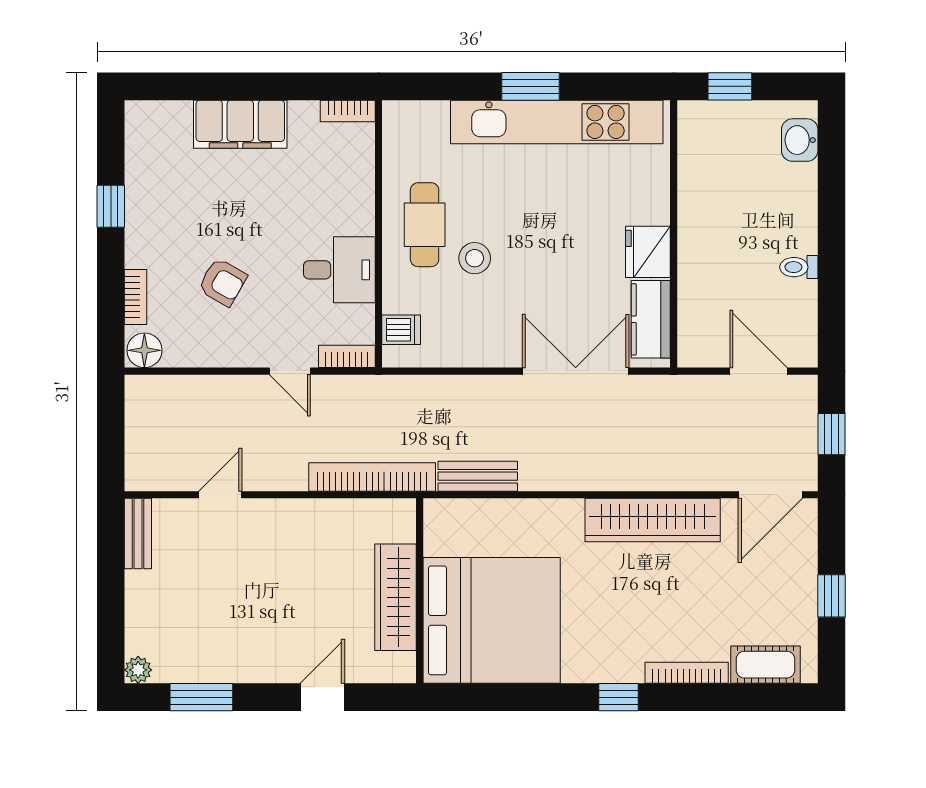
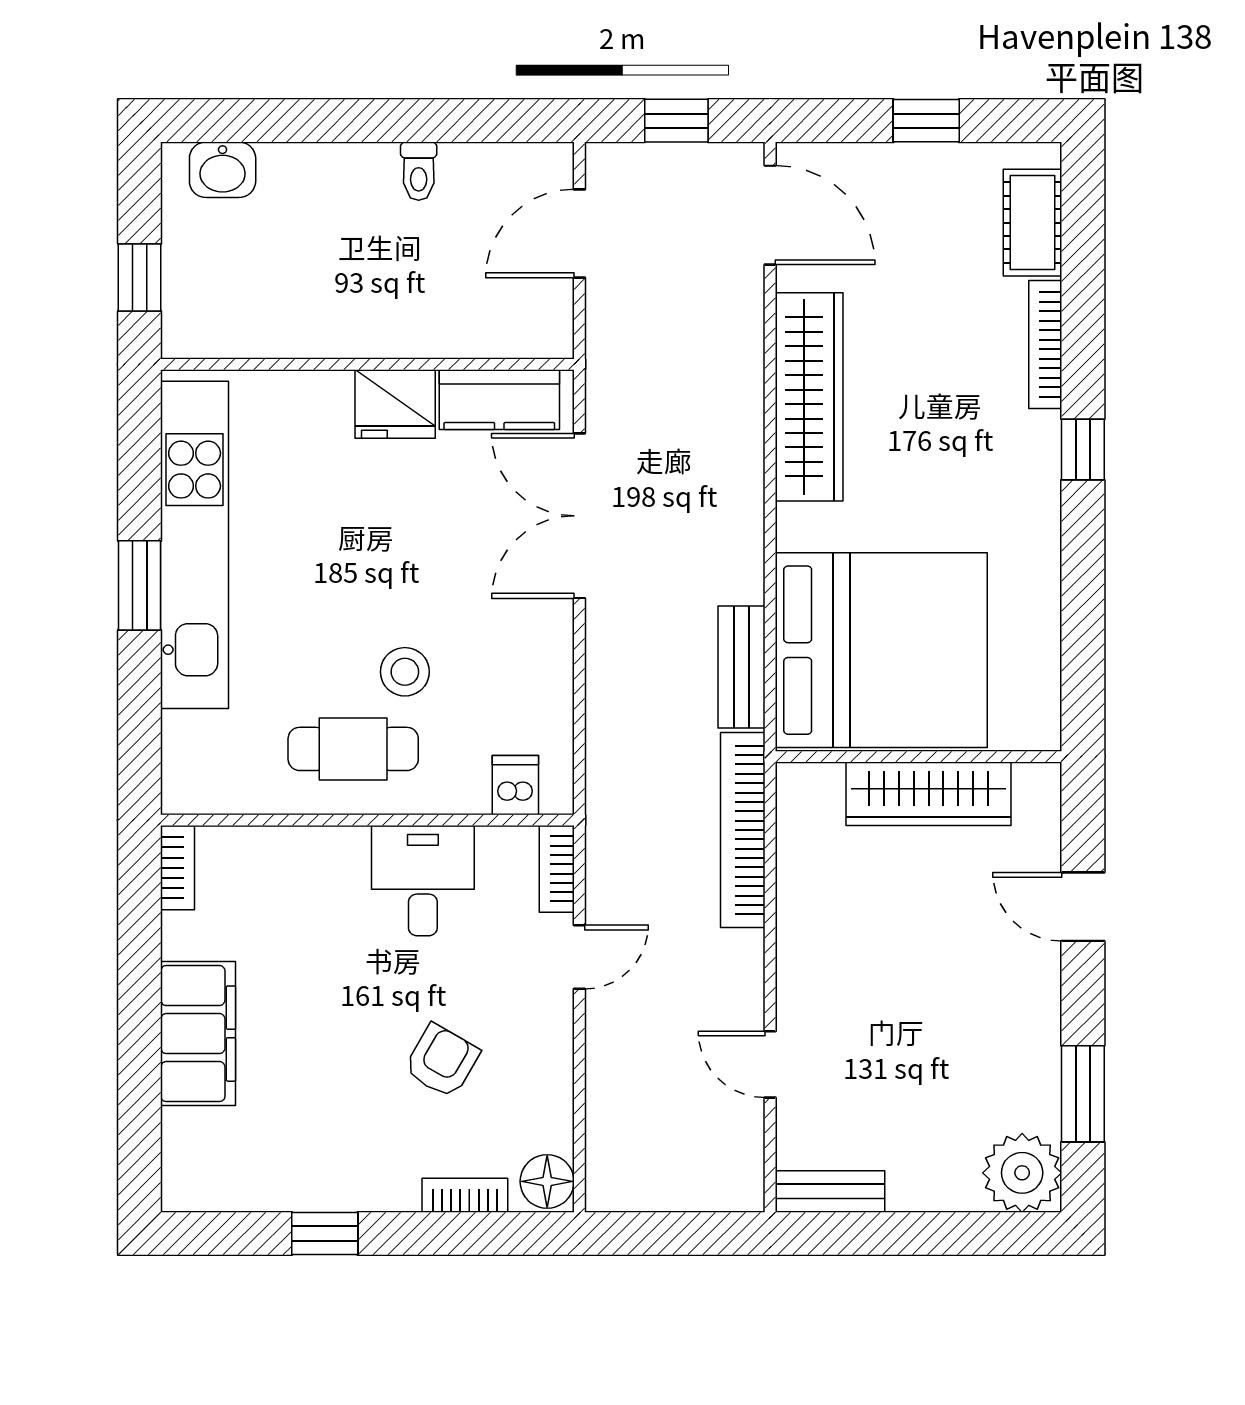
bed: (492, 620) -> (881, 650), moved, turned 90
plant: (138, 670) -> (1022, 1173), width x1.88, depth x1.88

